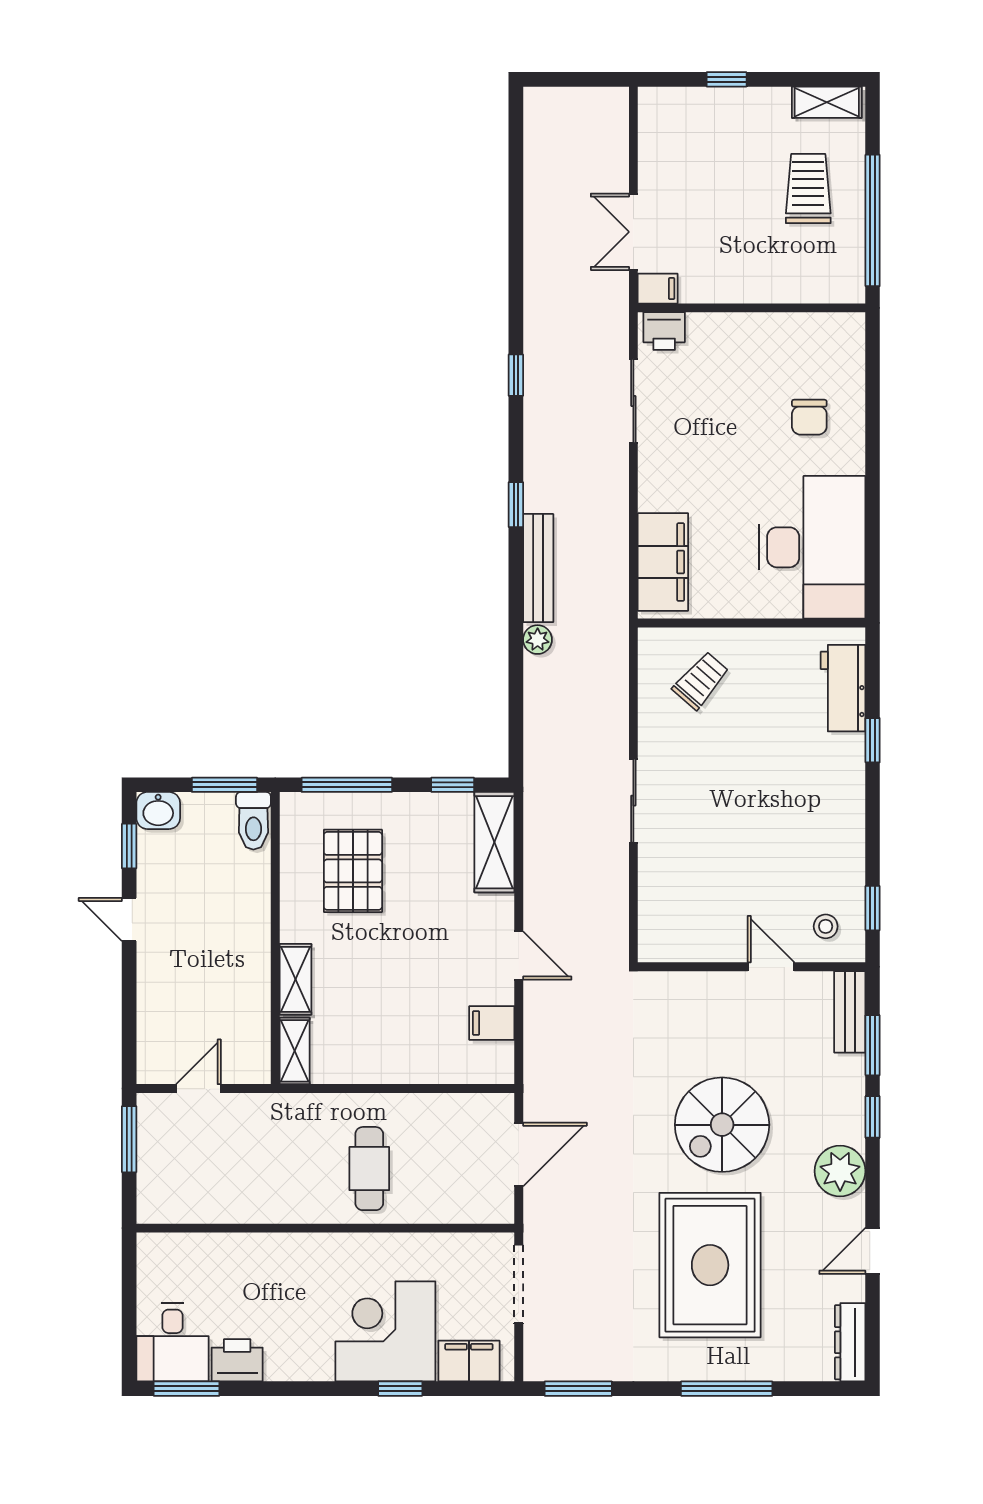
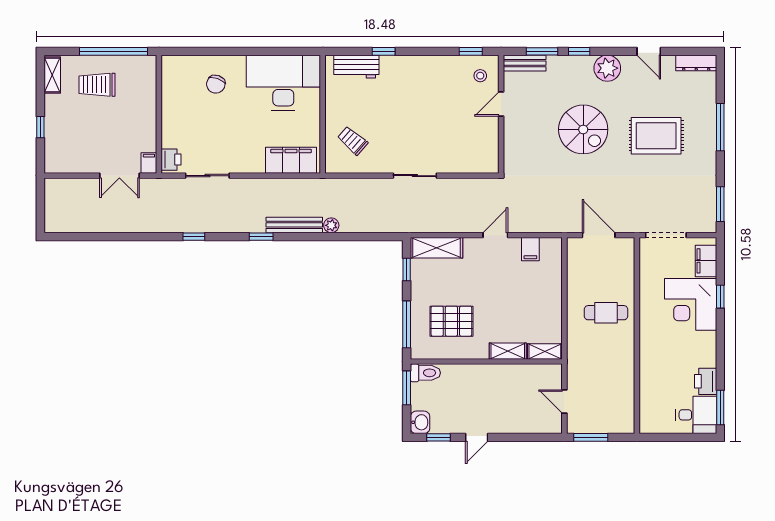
chair: (809, 417) -> (216, 84), turned 110
rug: (710, 1265) -> (656, 136), width x0.73, depth x0.69

